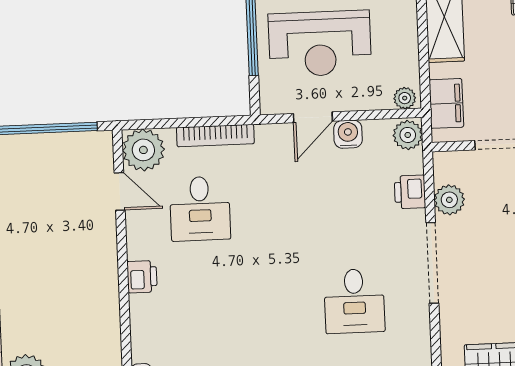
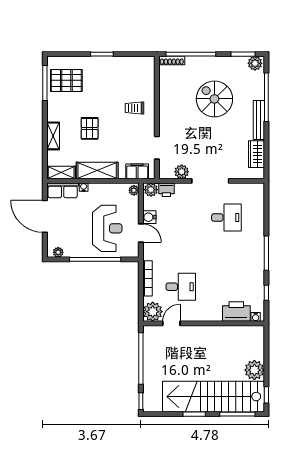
printer: (410, 192) -> (166, 190), moved
printer: (142, 277) -> (236, 312), moved, width x1.87, depth x1.48

